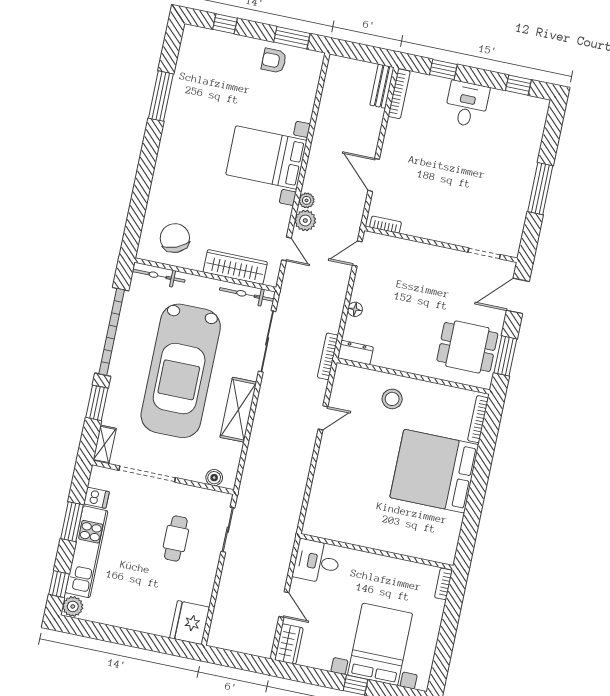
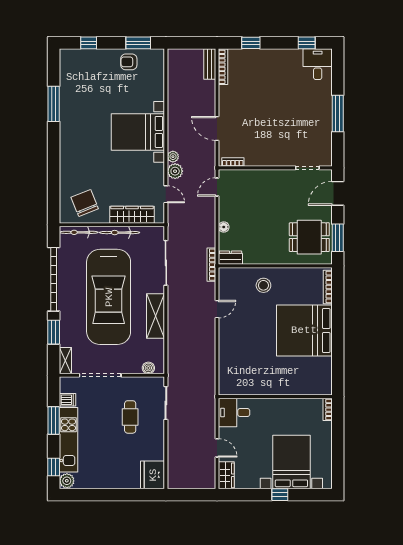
desk: (467, 104) -> (318, 64), moved
bicycle: (247, 294) -> (120, 233), moved

